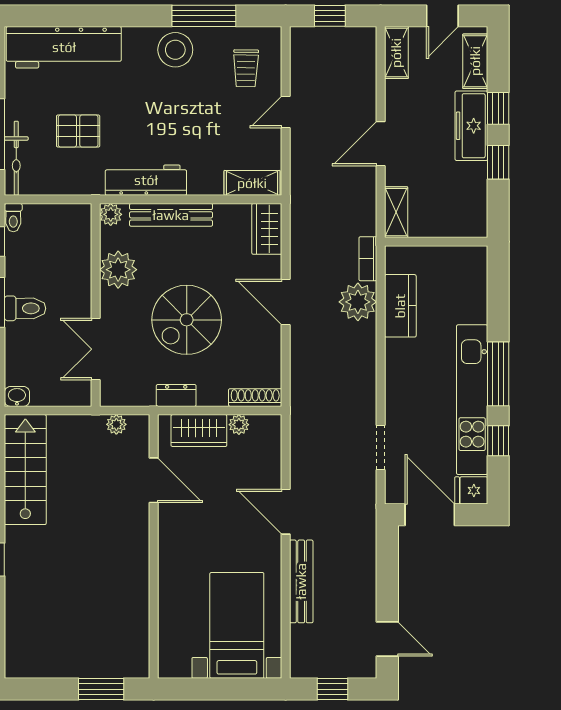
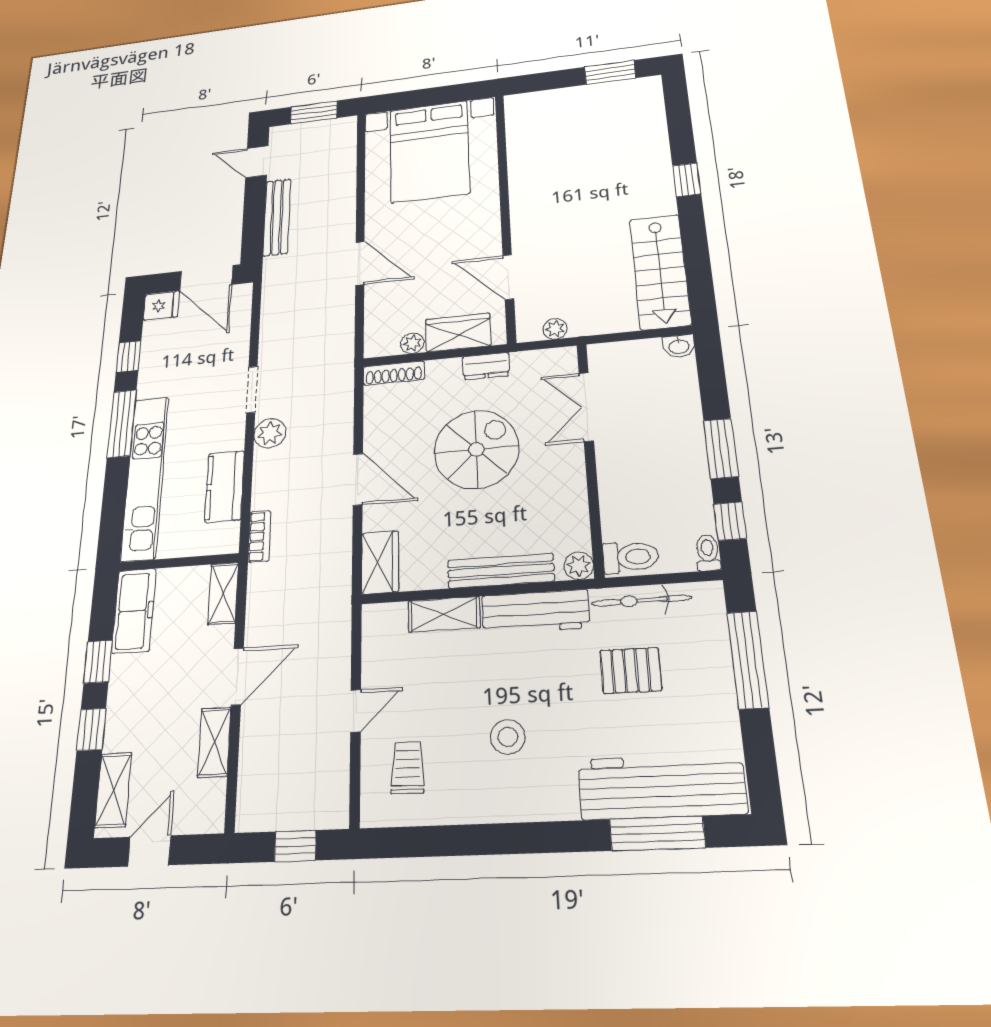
window: (204, 16) -> (657, 833), moved
stool: (175, 50) -> (508, 737), moved, width x0.73, depth x0.73
shelving: (396, 53) -> (214, 742), moved
freezer: (471, 126) -> (134, 611), moved
bicycle: (16, 158) -> (641, 601), moved, turned -90
shelving: (252, 183) -> (444, 614), moved
plant: (118, 270) -> (564, 500), removed
plant: (358, 302) -> (270, 433), moved, width x0.73, depth x0.73
toilet: (25, 308) -> (630, 557), moved, turned 180
double door: (96, 349) -> (586, 407), swing flipped
kitchen unit: (472, 400) -> (145, 477), moved
doorway: (381, 447) -> (252, 390), moved
bench: (301, 581) -> (277, 217), moved
bed with nightstands: (237, 625) -> (429, 151), width x1.36
window: (101, 689) -> (610, 72), moved
window: (333, 689) -> (314, 112), width x1.50

